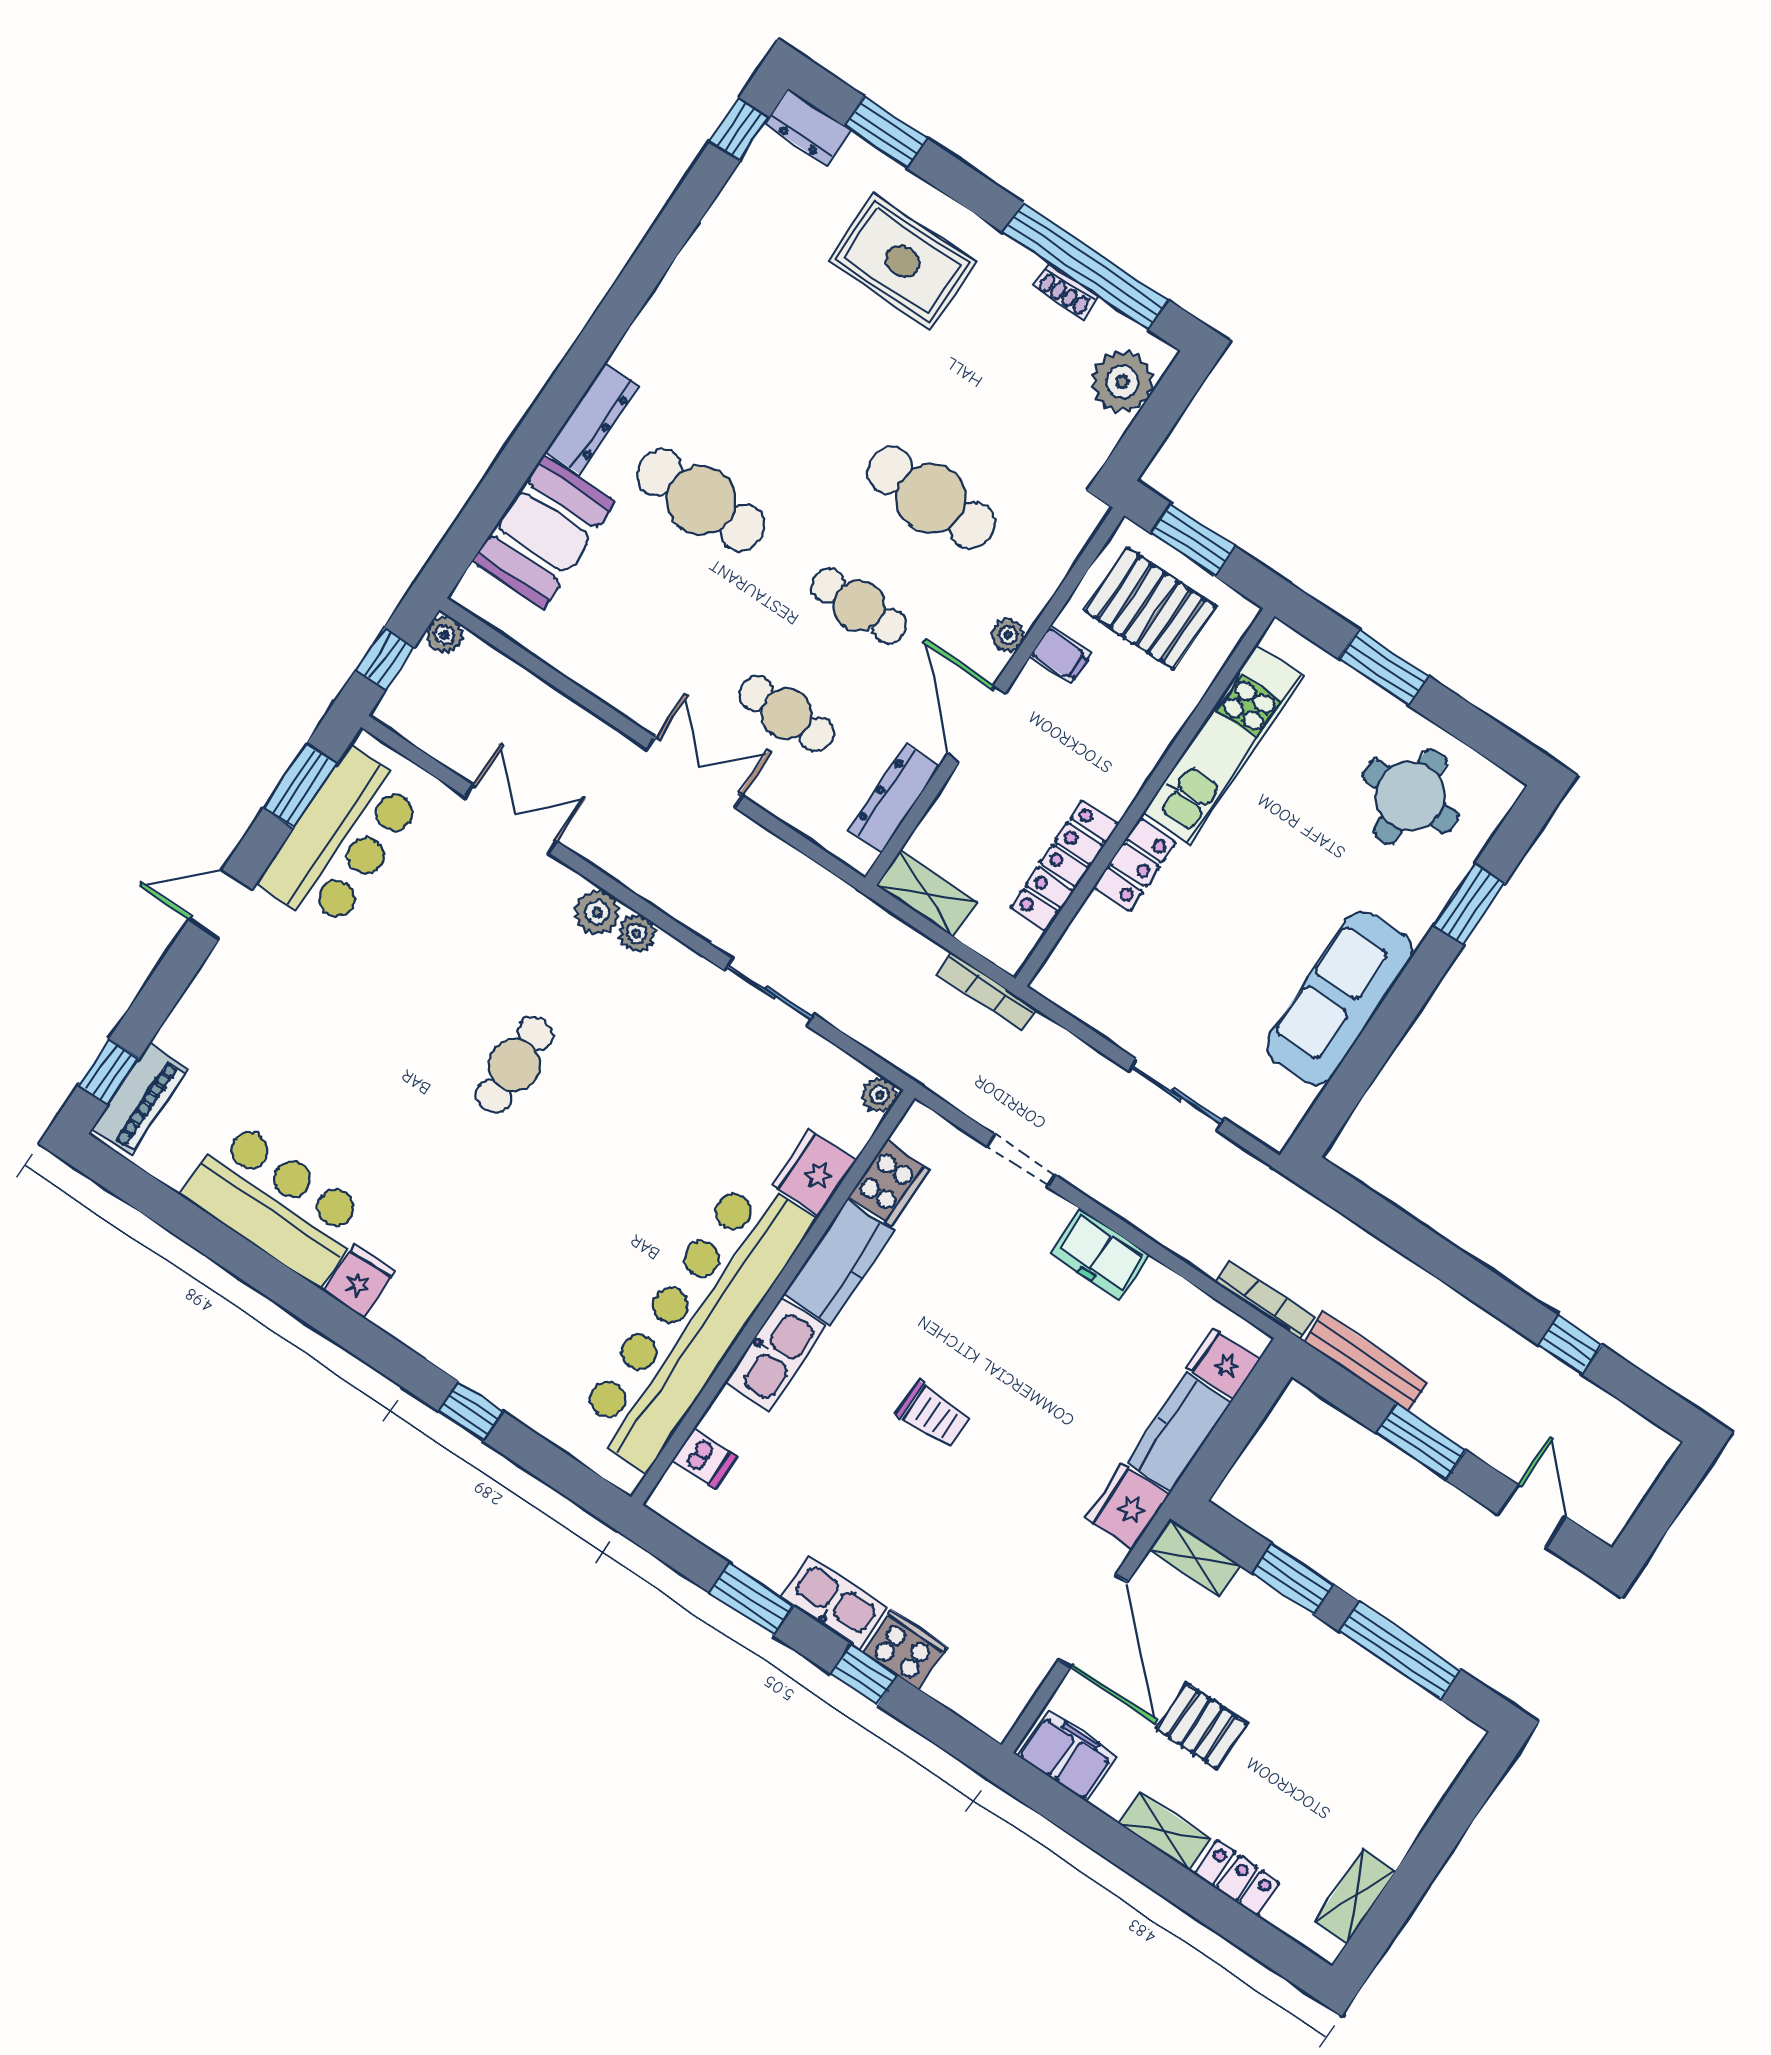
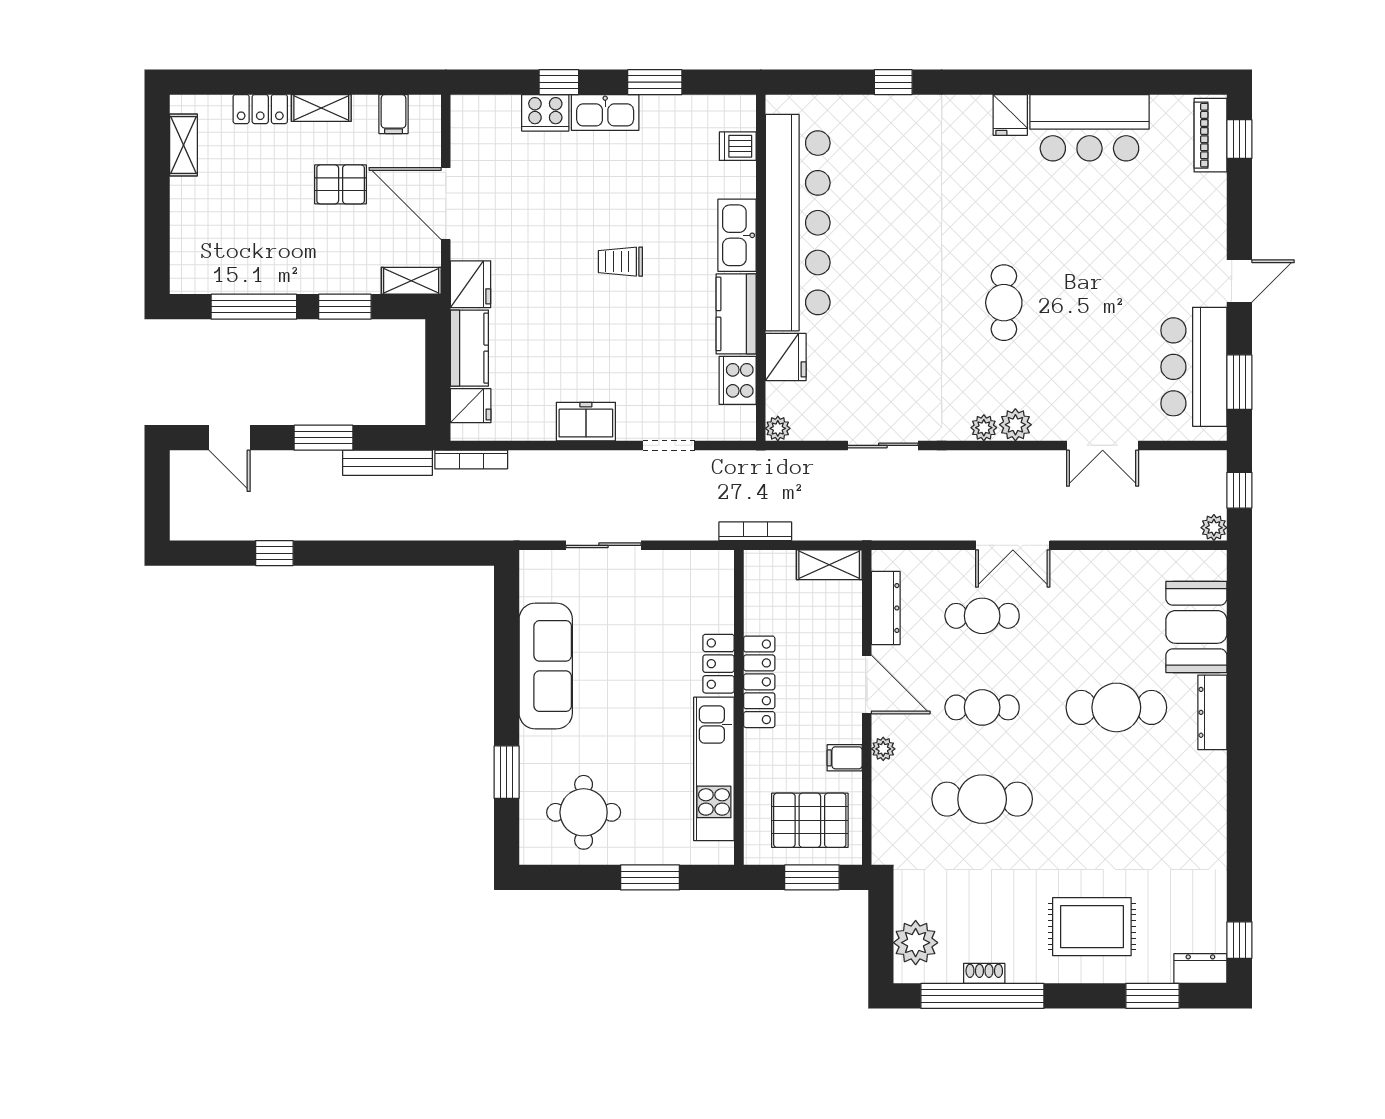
locker: (1065, 866) -> (759, 682), moved
filing cabinet: (1067, 1756) -> (393, 114), width x0.50

